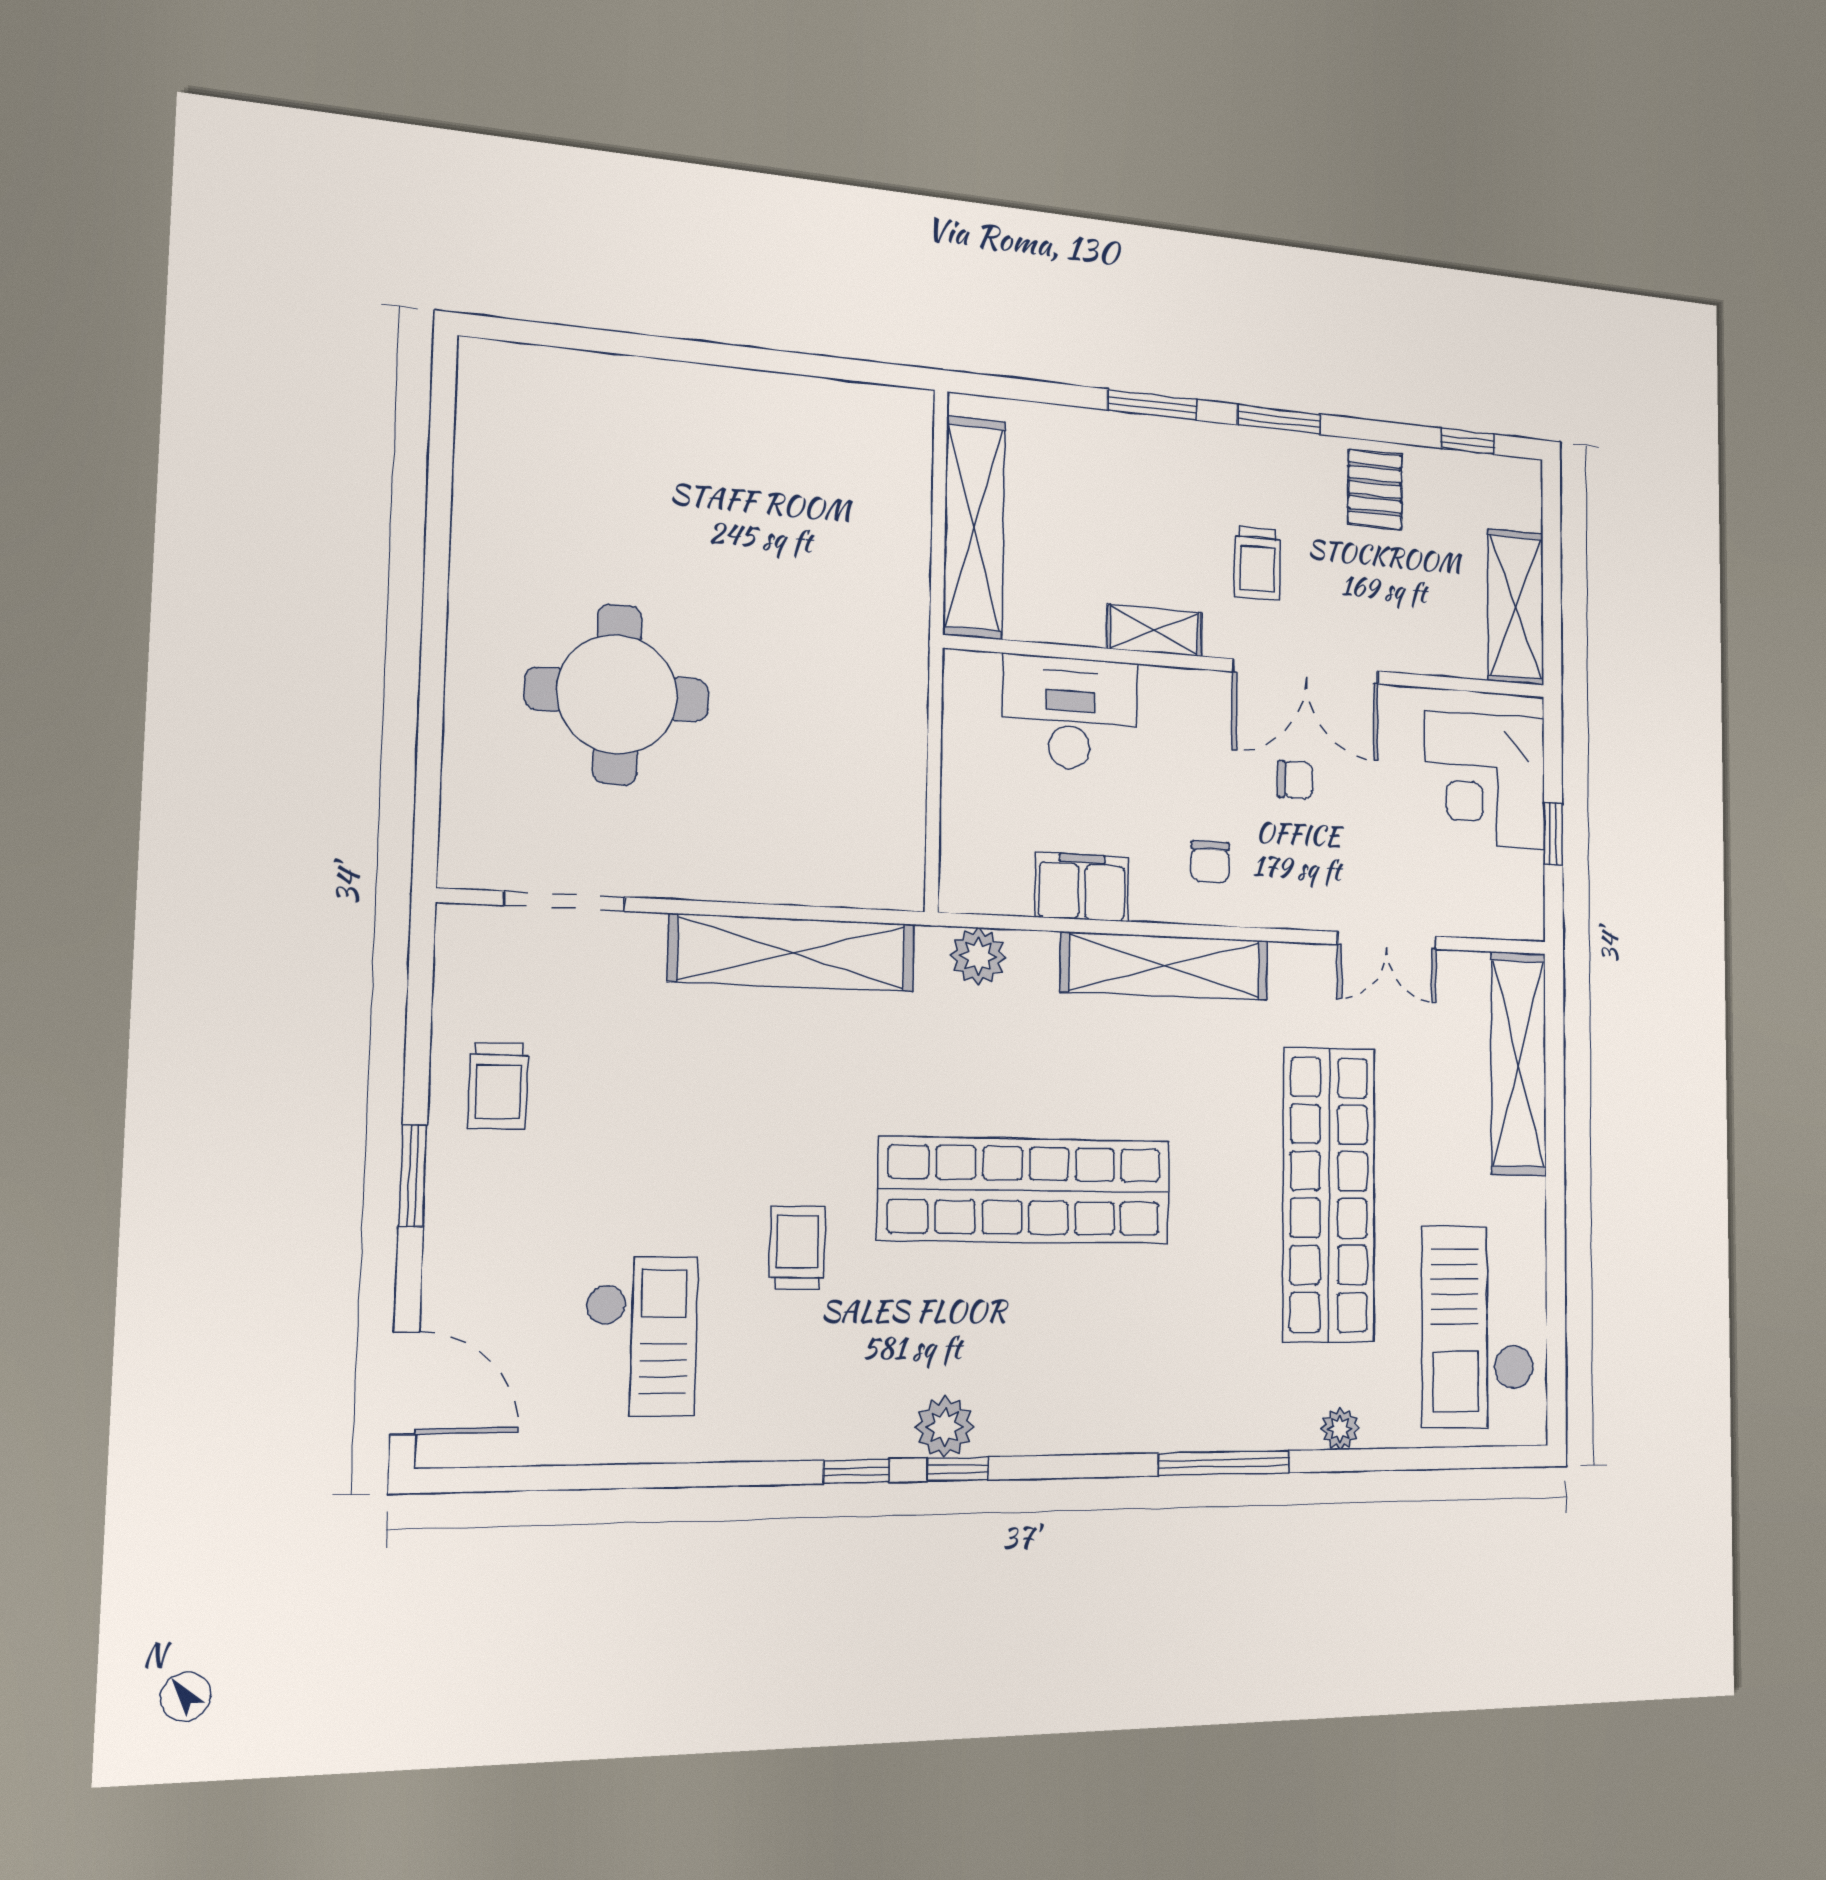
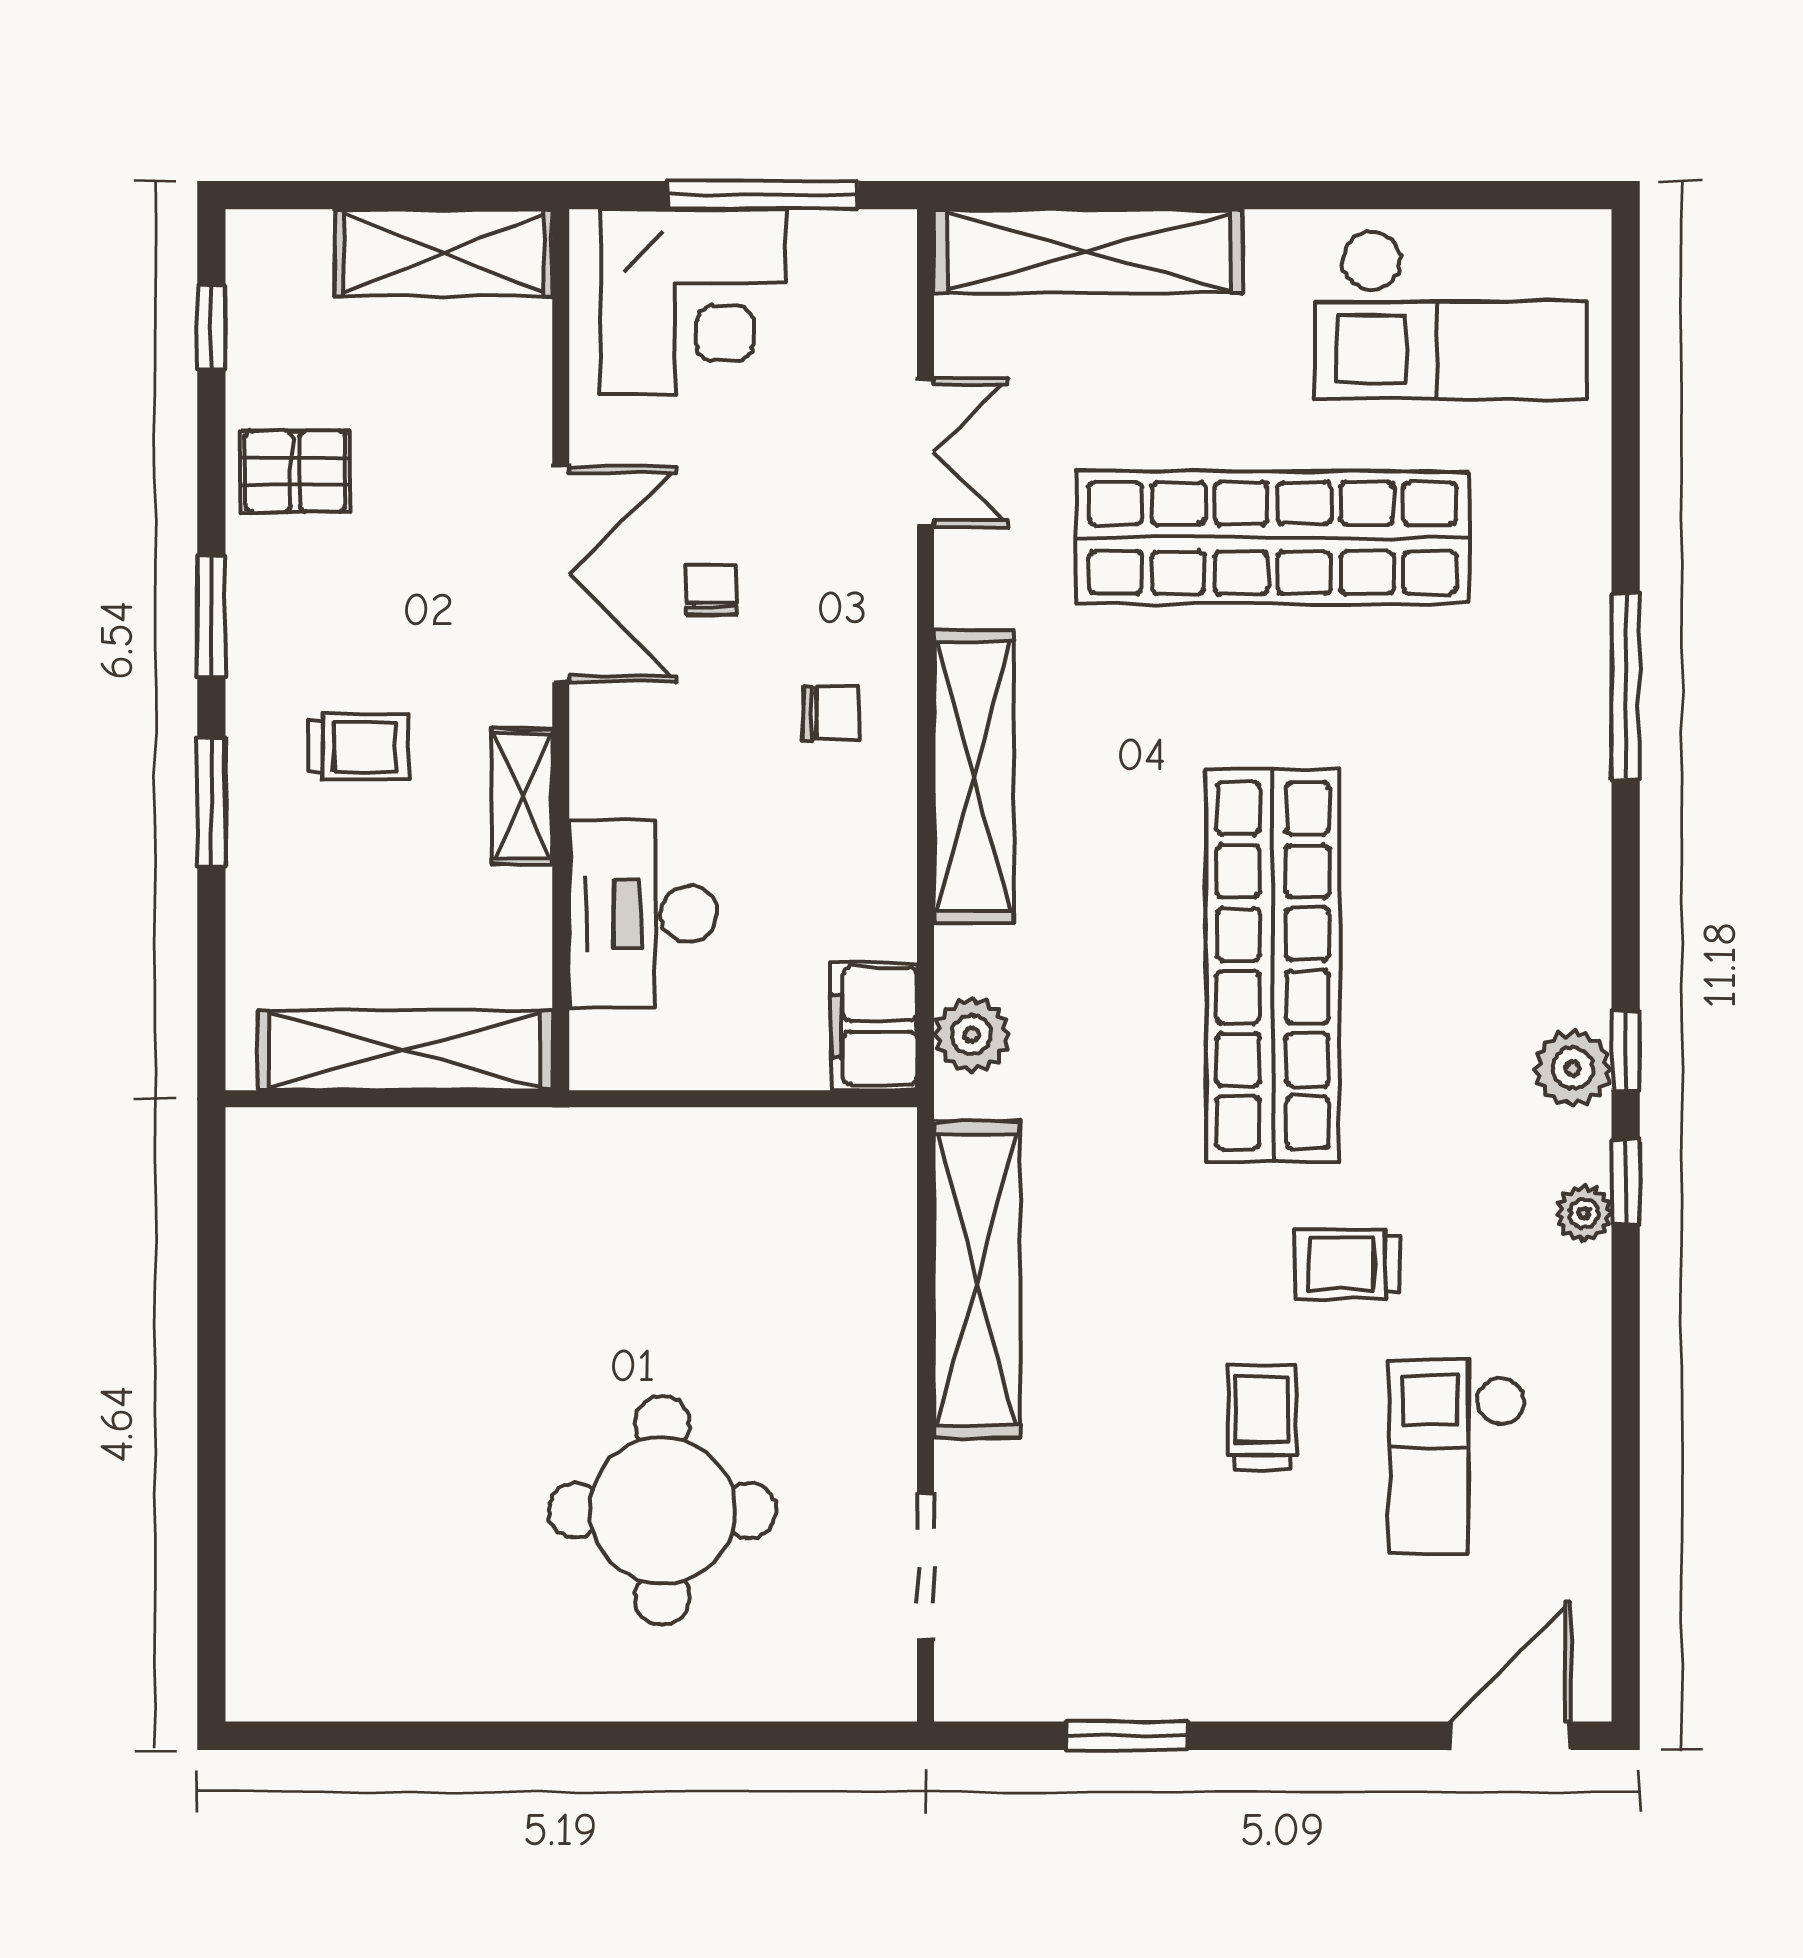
trolley: (1258, 563) -> (358, 747), moved
window: (1553, 834) -> (763, 195), width x2.17
filing cabinet: (1082, 887) -> (874, 1026), moved
trolley: (498, 1086) -> (1262, 1417), moved, turned -90
window: (413, 1175) -> (1127, 1736), moved
checkout: (641, 1336) -> (1457, 1457), turned -90
plant: (1340, 1429) -> (1584, 1213), moved

